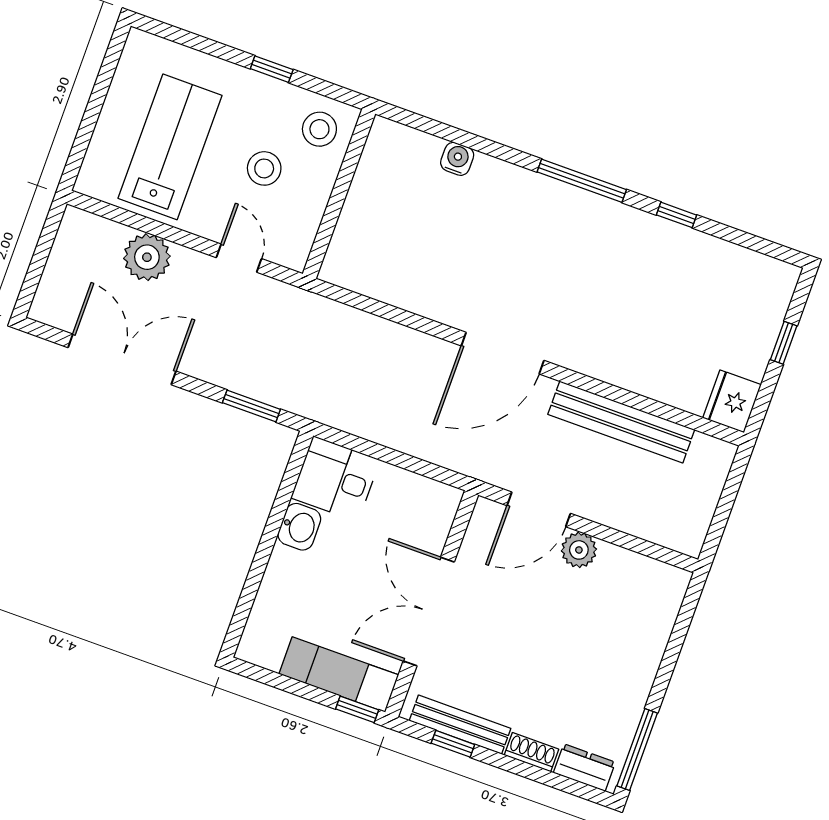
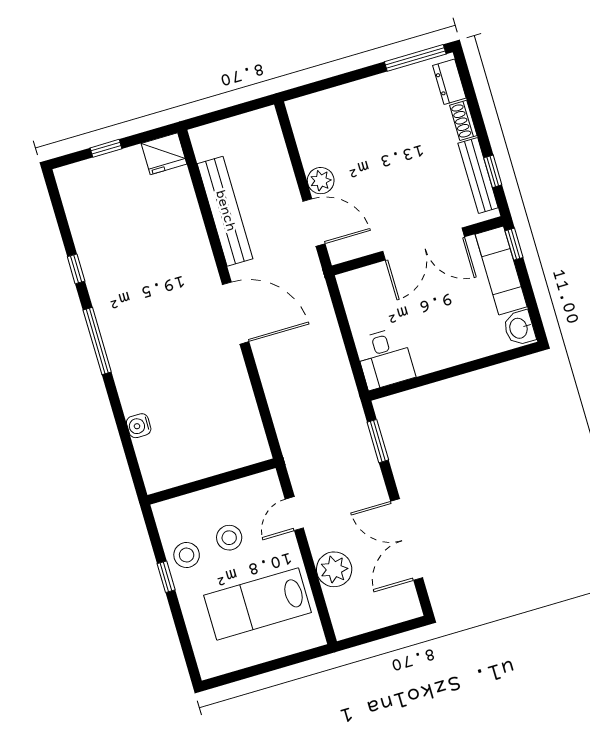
stool: (319, 129) -> (187, 555), moved
washbasin: (299, 527) -> (519, 328), moved, turned -90

